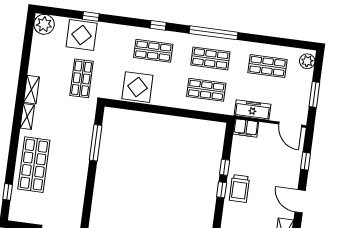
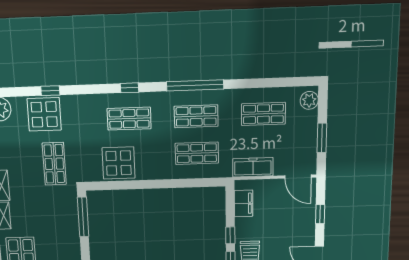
filing cabinet: (246, 128) -> (244, 203), moved, turned -90
window: (96, 143) -> (83, 217), moved

